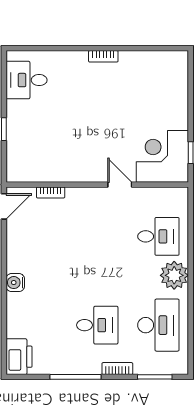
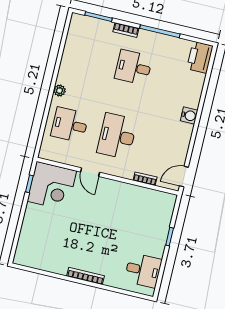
bookcase: (103, 56) -> (86, 276), width x1.56
plant: (174, 275) -> (59, 91), width x0.53, depth x0.53
desk: (158, 325) -> (117, 136), moved

